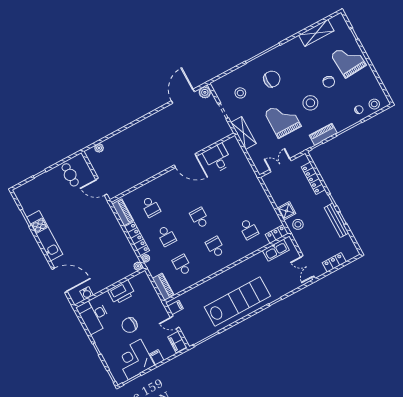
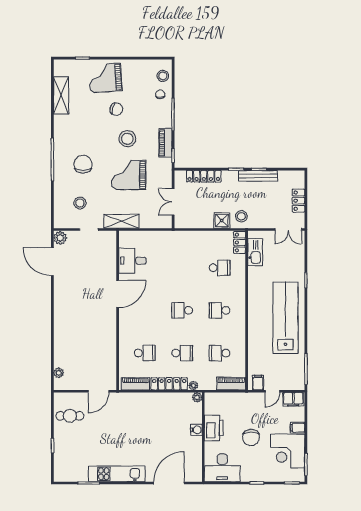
water cooler: (87, 293) -> (196, 430), moved

